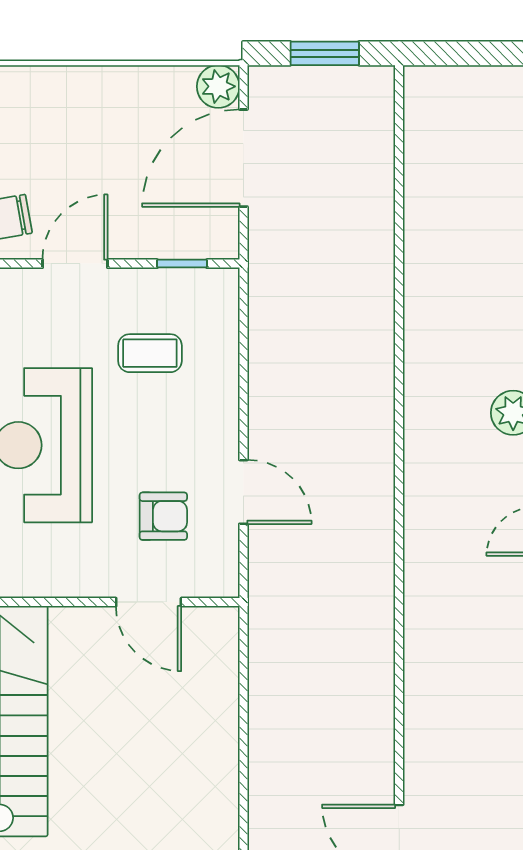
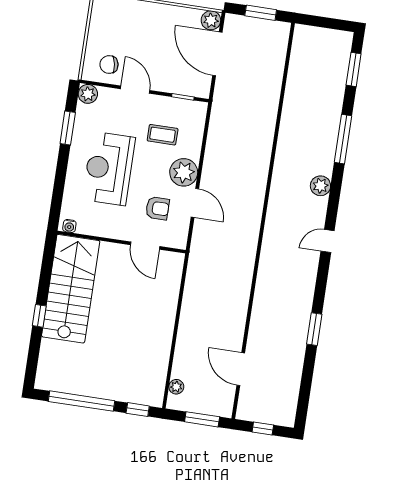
door: (243, 158) -> (217, 54), hinge flipped
door: (75, 264) -> (135, 90), hinge flipped
plant: (209, 429) -> (184, 172), added

